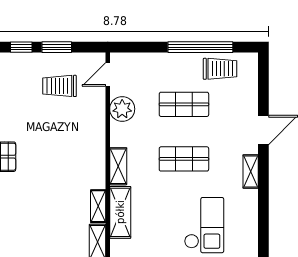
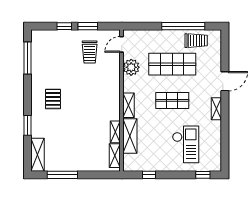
trolley: (60, 86) -> (90, 52), turned -90
shop shelf: (184, 104) -> (172, 64), width x1.43, depth x1.36

